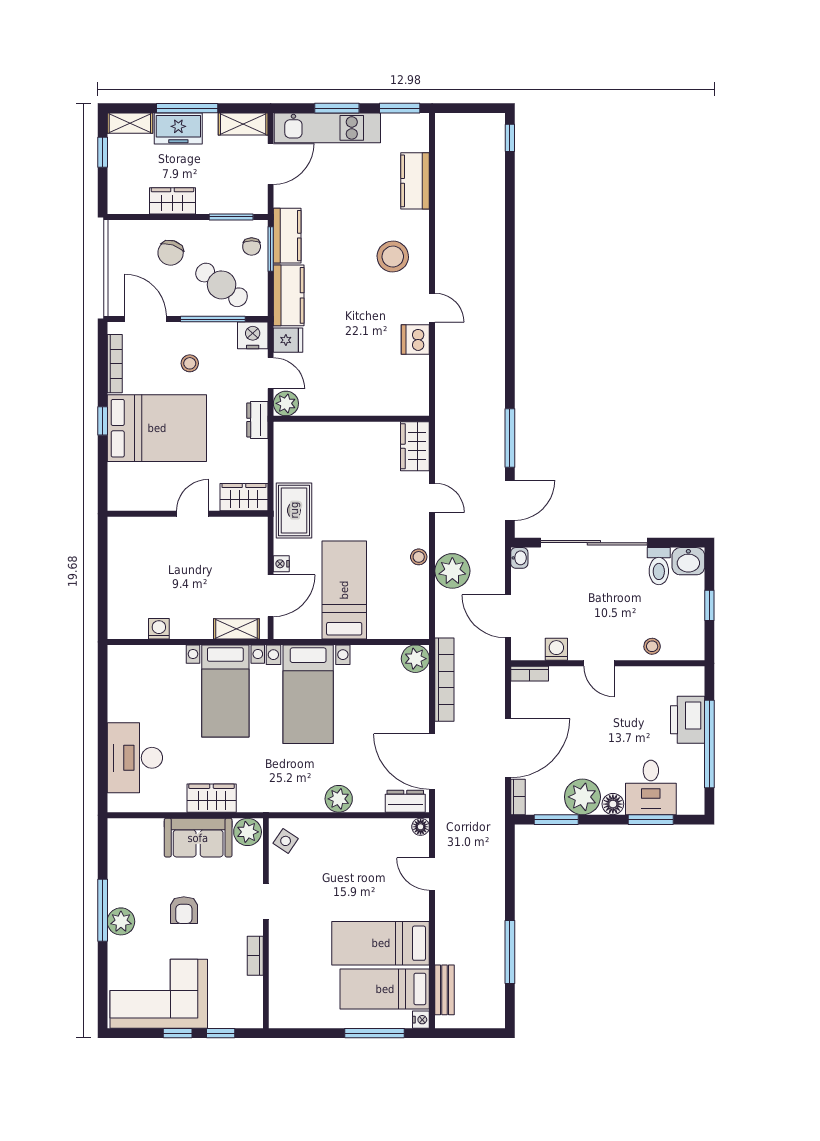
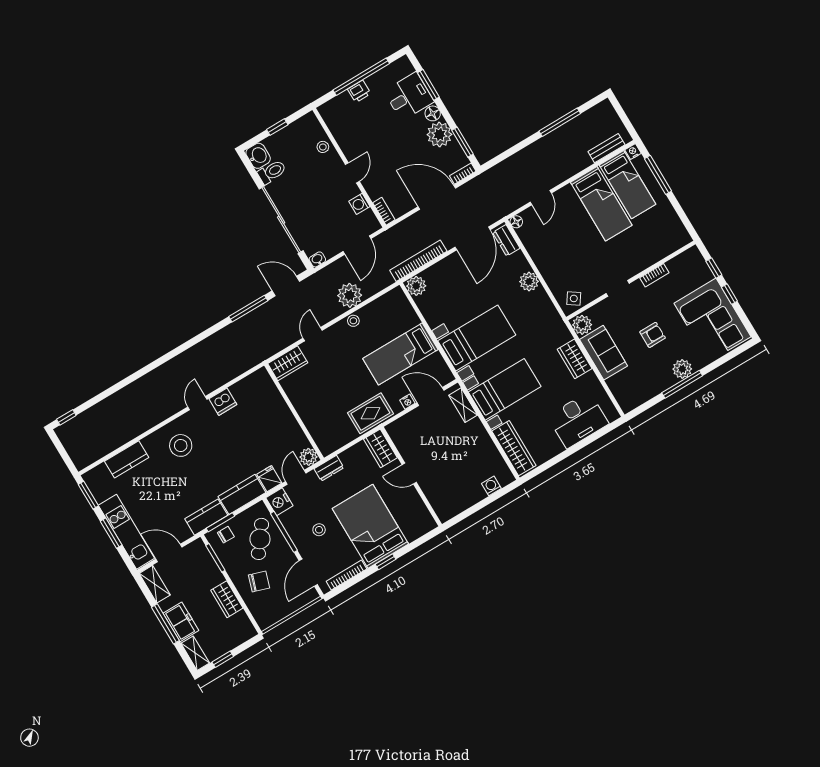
washing machine: (159, 629) -> (491, 486), moved, turned 90
wardrobe: (147, 659) -> (514, 448), added
printer: (688, 720) -> (359, 91), width x0.53, depth x0.68

